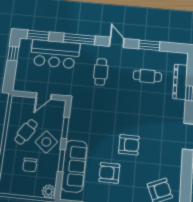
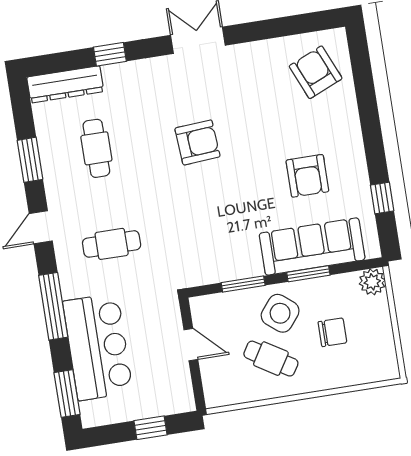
window: (13, 54) -> (151, 428), moved
dresser: (180, 82) -> (65, 84), moved
armchair: (129, 145) -> (197, 142), moved, turned 86

